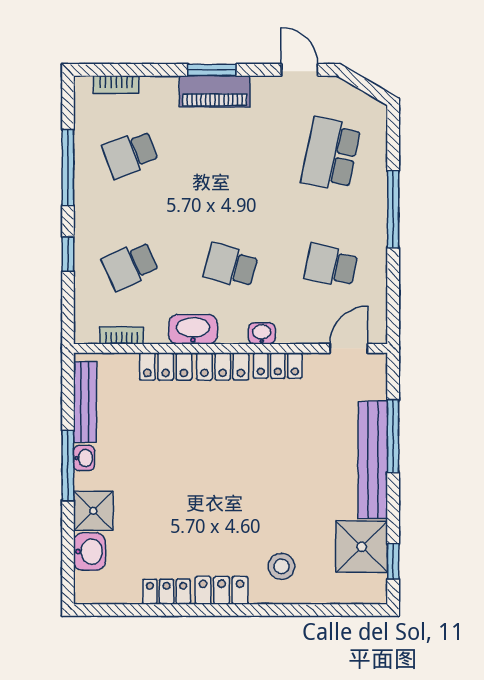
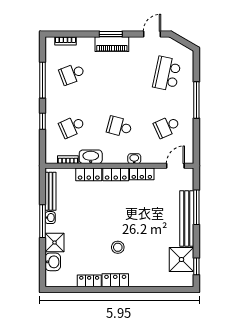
door: (299, 70) -> (152, 34), hinge flipped
school desk: (331, 266) -> (167, 127), turned -36
washbasin: (193, 329) -> (91, 157), moved
stool: (281, 566) -> (118, 247), moved

